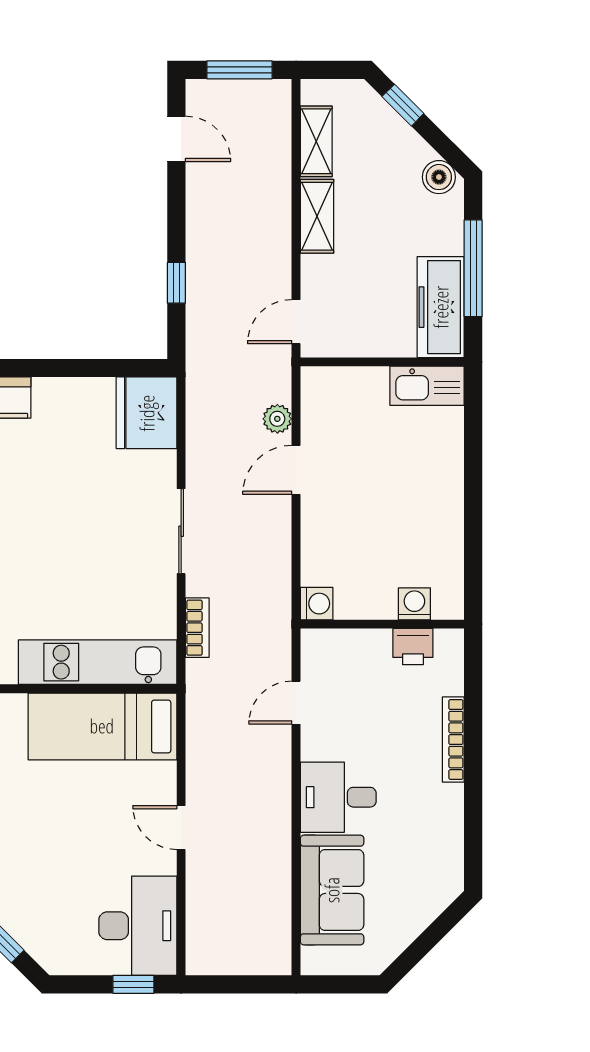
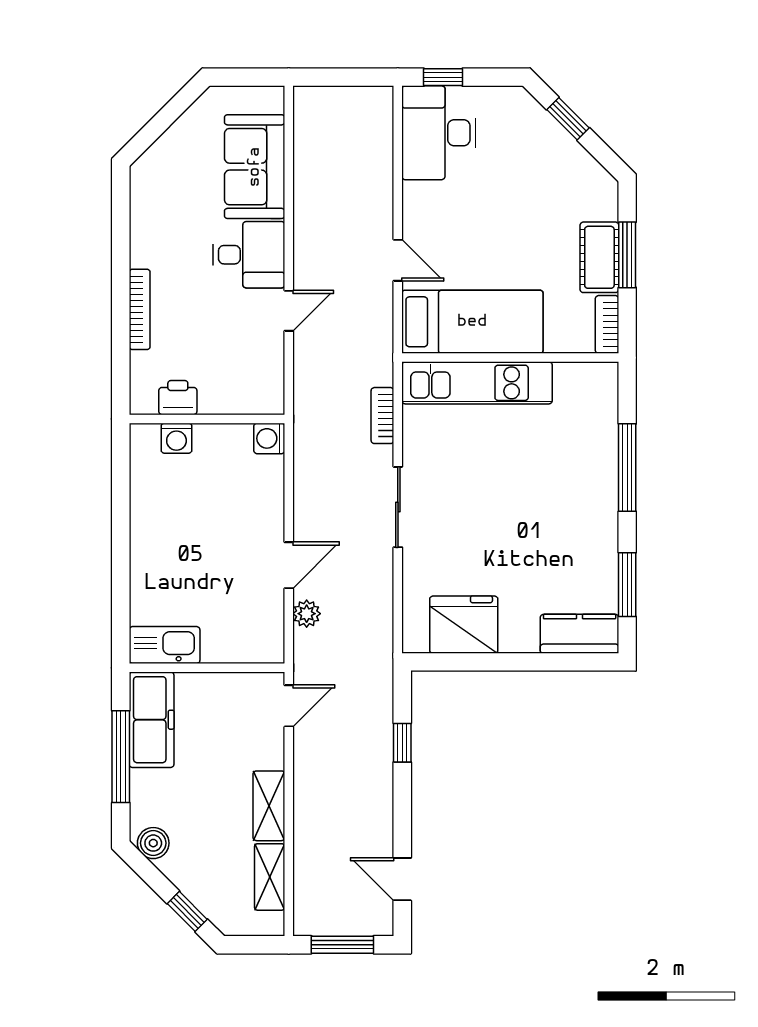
fridge: (147, 413) -> (464, 625), moved, turned -90
door: (296, 703) -> (289, 311), moved
door: (181, 828) -> (398, 260), moved

